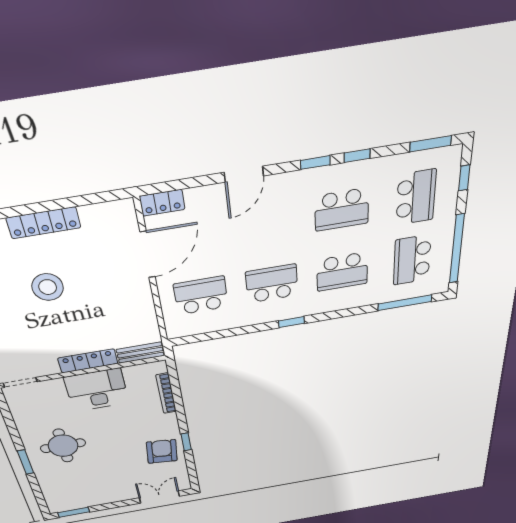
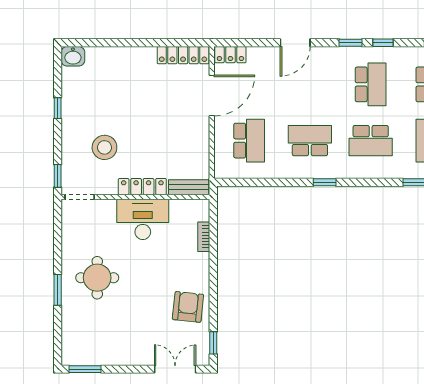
school desk: (342, 210) -> (371, 84), turned -90
locker: (44, 223) -> (183, 55), moved
stool: (48, 287) -> (104, 147), moved
school desk: (201, 296) -> (249, 141), turned 90
bookcase: (166, 393) -> (204, 237), width x0.64
window: (186, 442) -> (213, 343), moved

